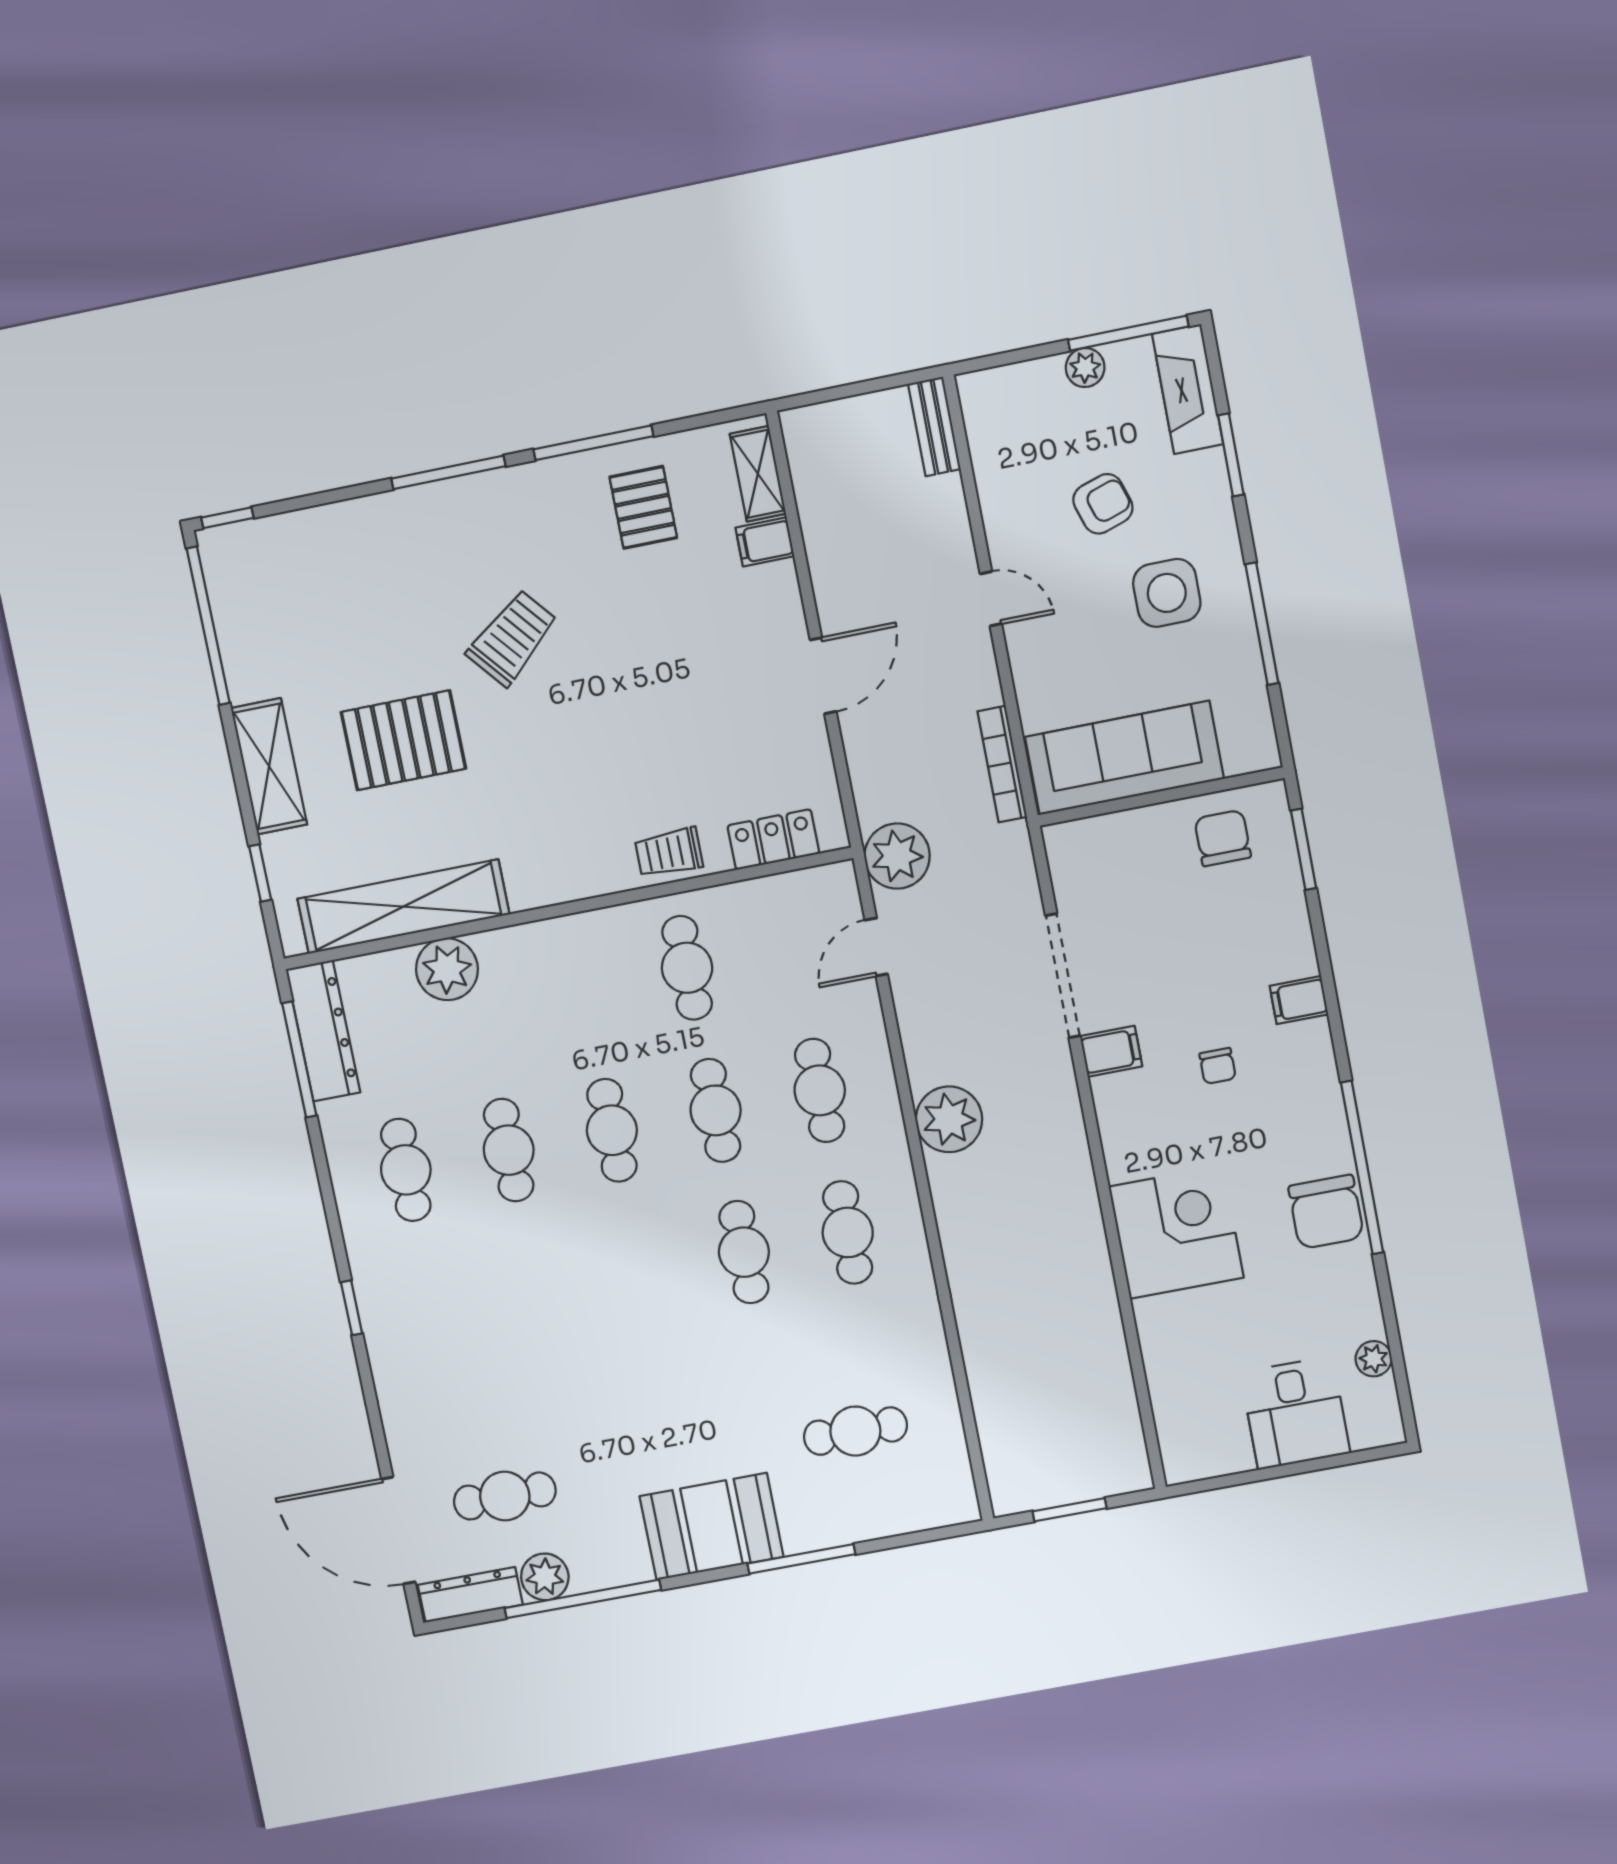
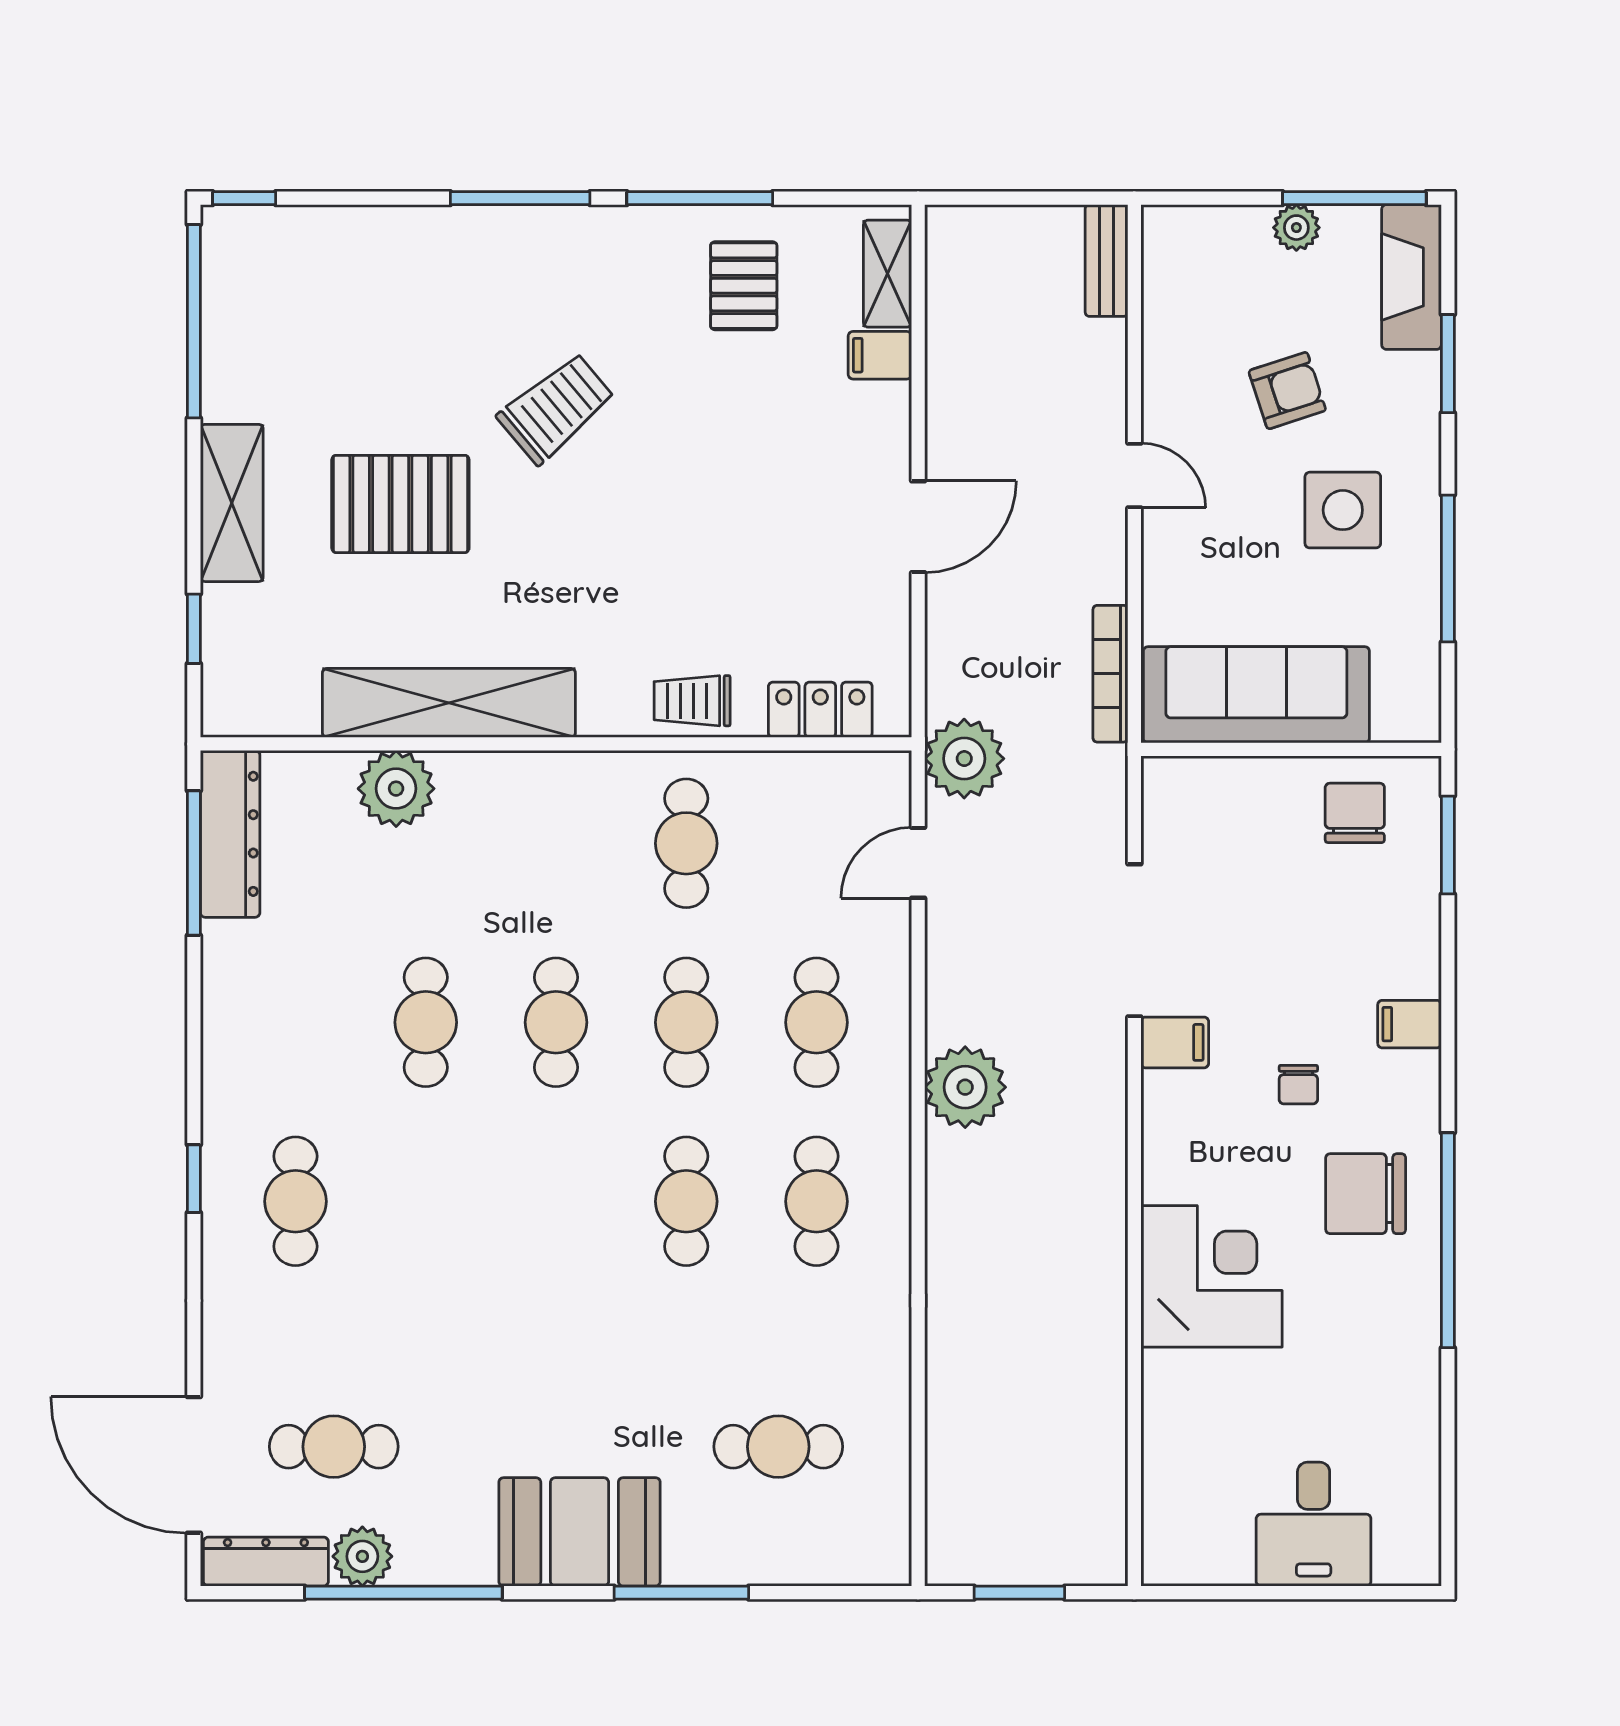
shelving: (403, 907) -> (449, 703), moved
cafe table: (406, 1170) -> (295, 1201), moved
chair: (1326, 1212) -> (1366, 1194), moved, turned 90
plant: (1374, 1359) -> (1419, 1476), removed

